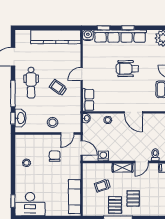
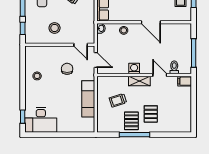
washbasin: (21, 118) -> (31, 28), removed
stool: (53, 122) -> (55, 28), moved
door: (67, 133) -> (81, 45), hinge flipped
washing machine: (103, 156) -> (134, 69), moved
door: (142, 162) -> (160, 75), swing flipped
exam couch: (75, 197) -> (88, 99), moved

